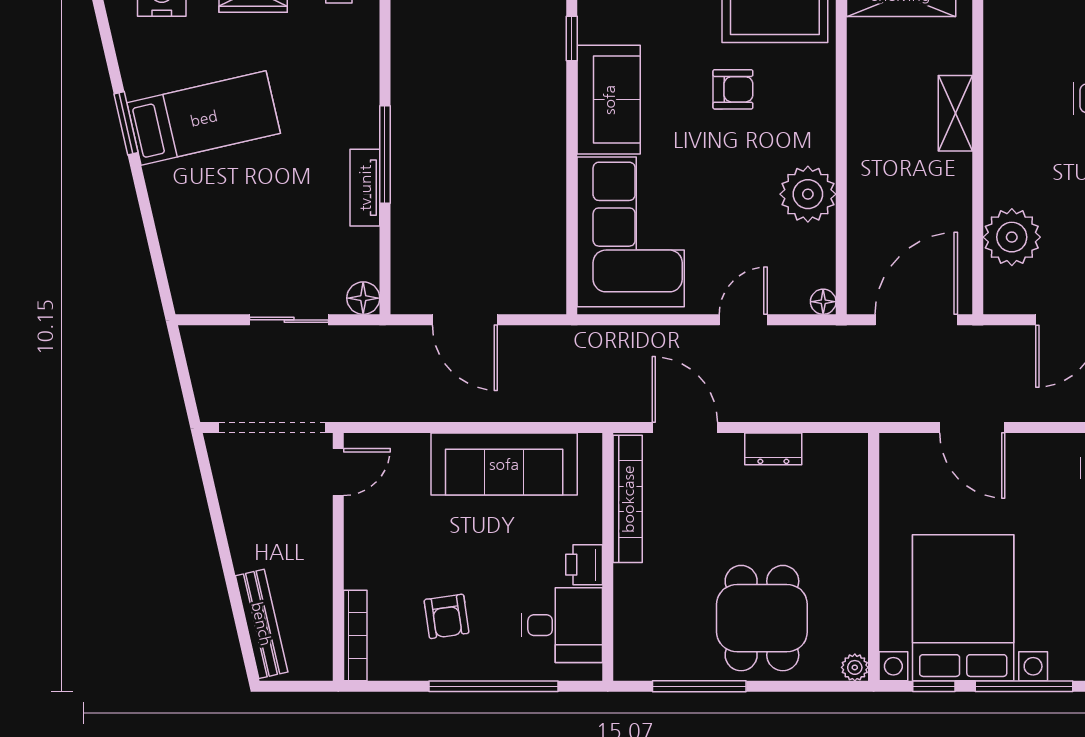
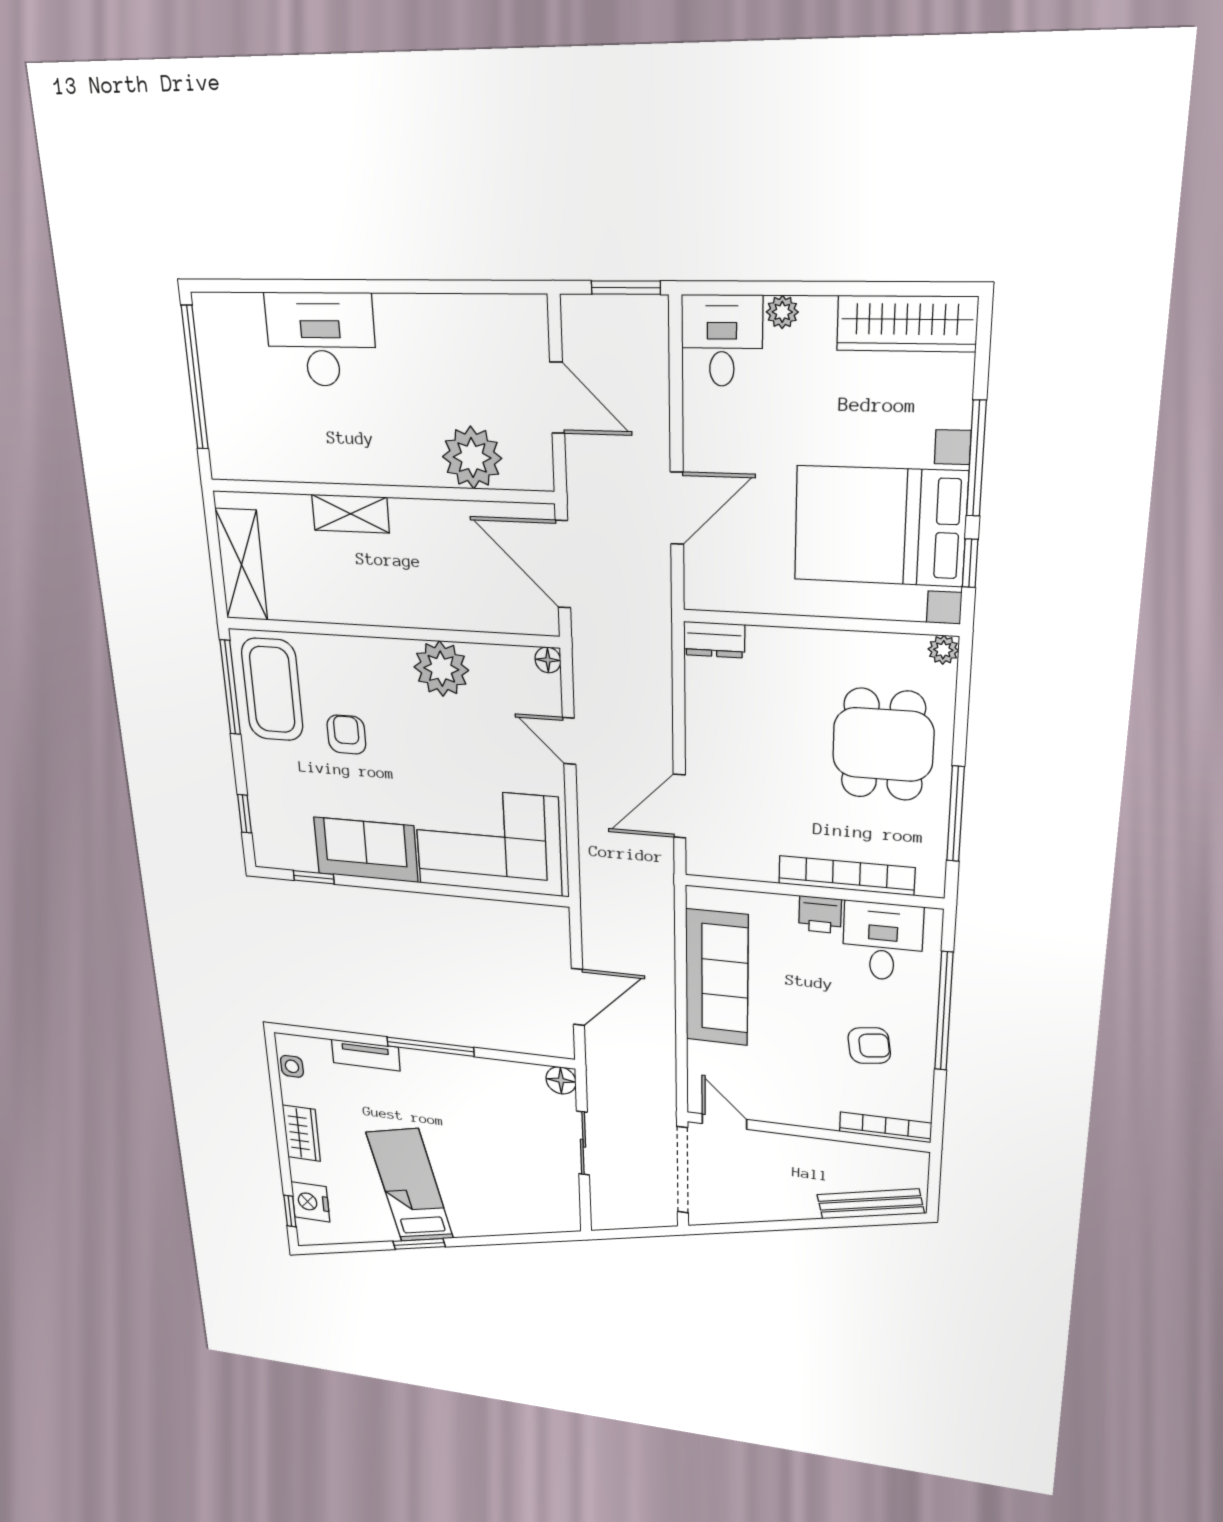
tv unit: (365, 188) -> (366, 1055), moved
dresser: (773, 449) -> (714, 640), moved, turned 90
bookcase: (628, 499) -> (846, 876), moved
dining table: (762, 618) -> (883, 744), turned 90

